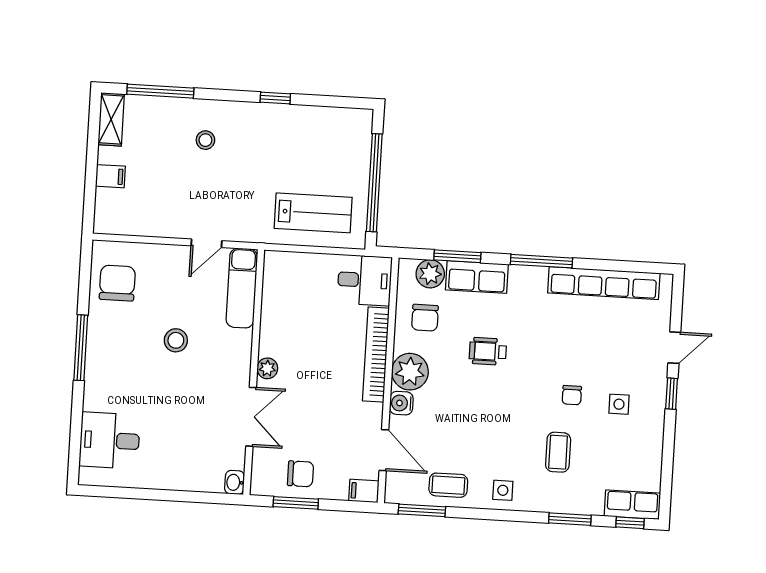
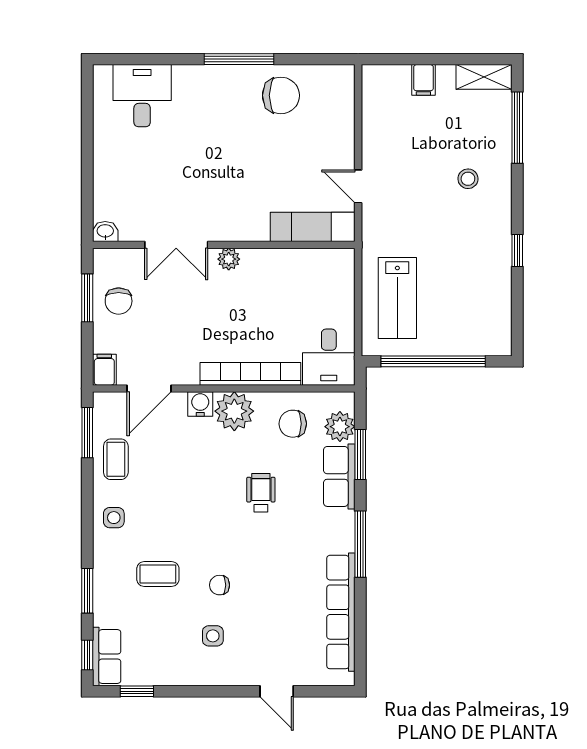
chair: (117, 283) -> (281, 95), moved
stool: (176, 340) -> (253, 160), removed
window: (672, 394) -> (137, 691), moved

